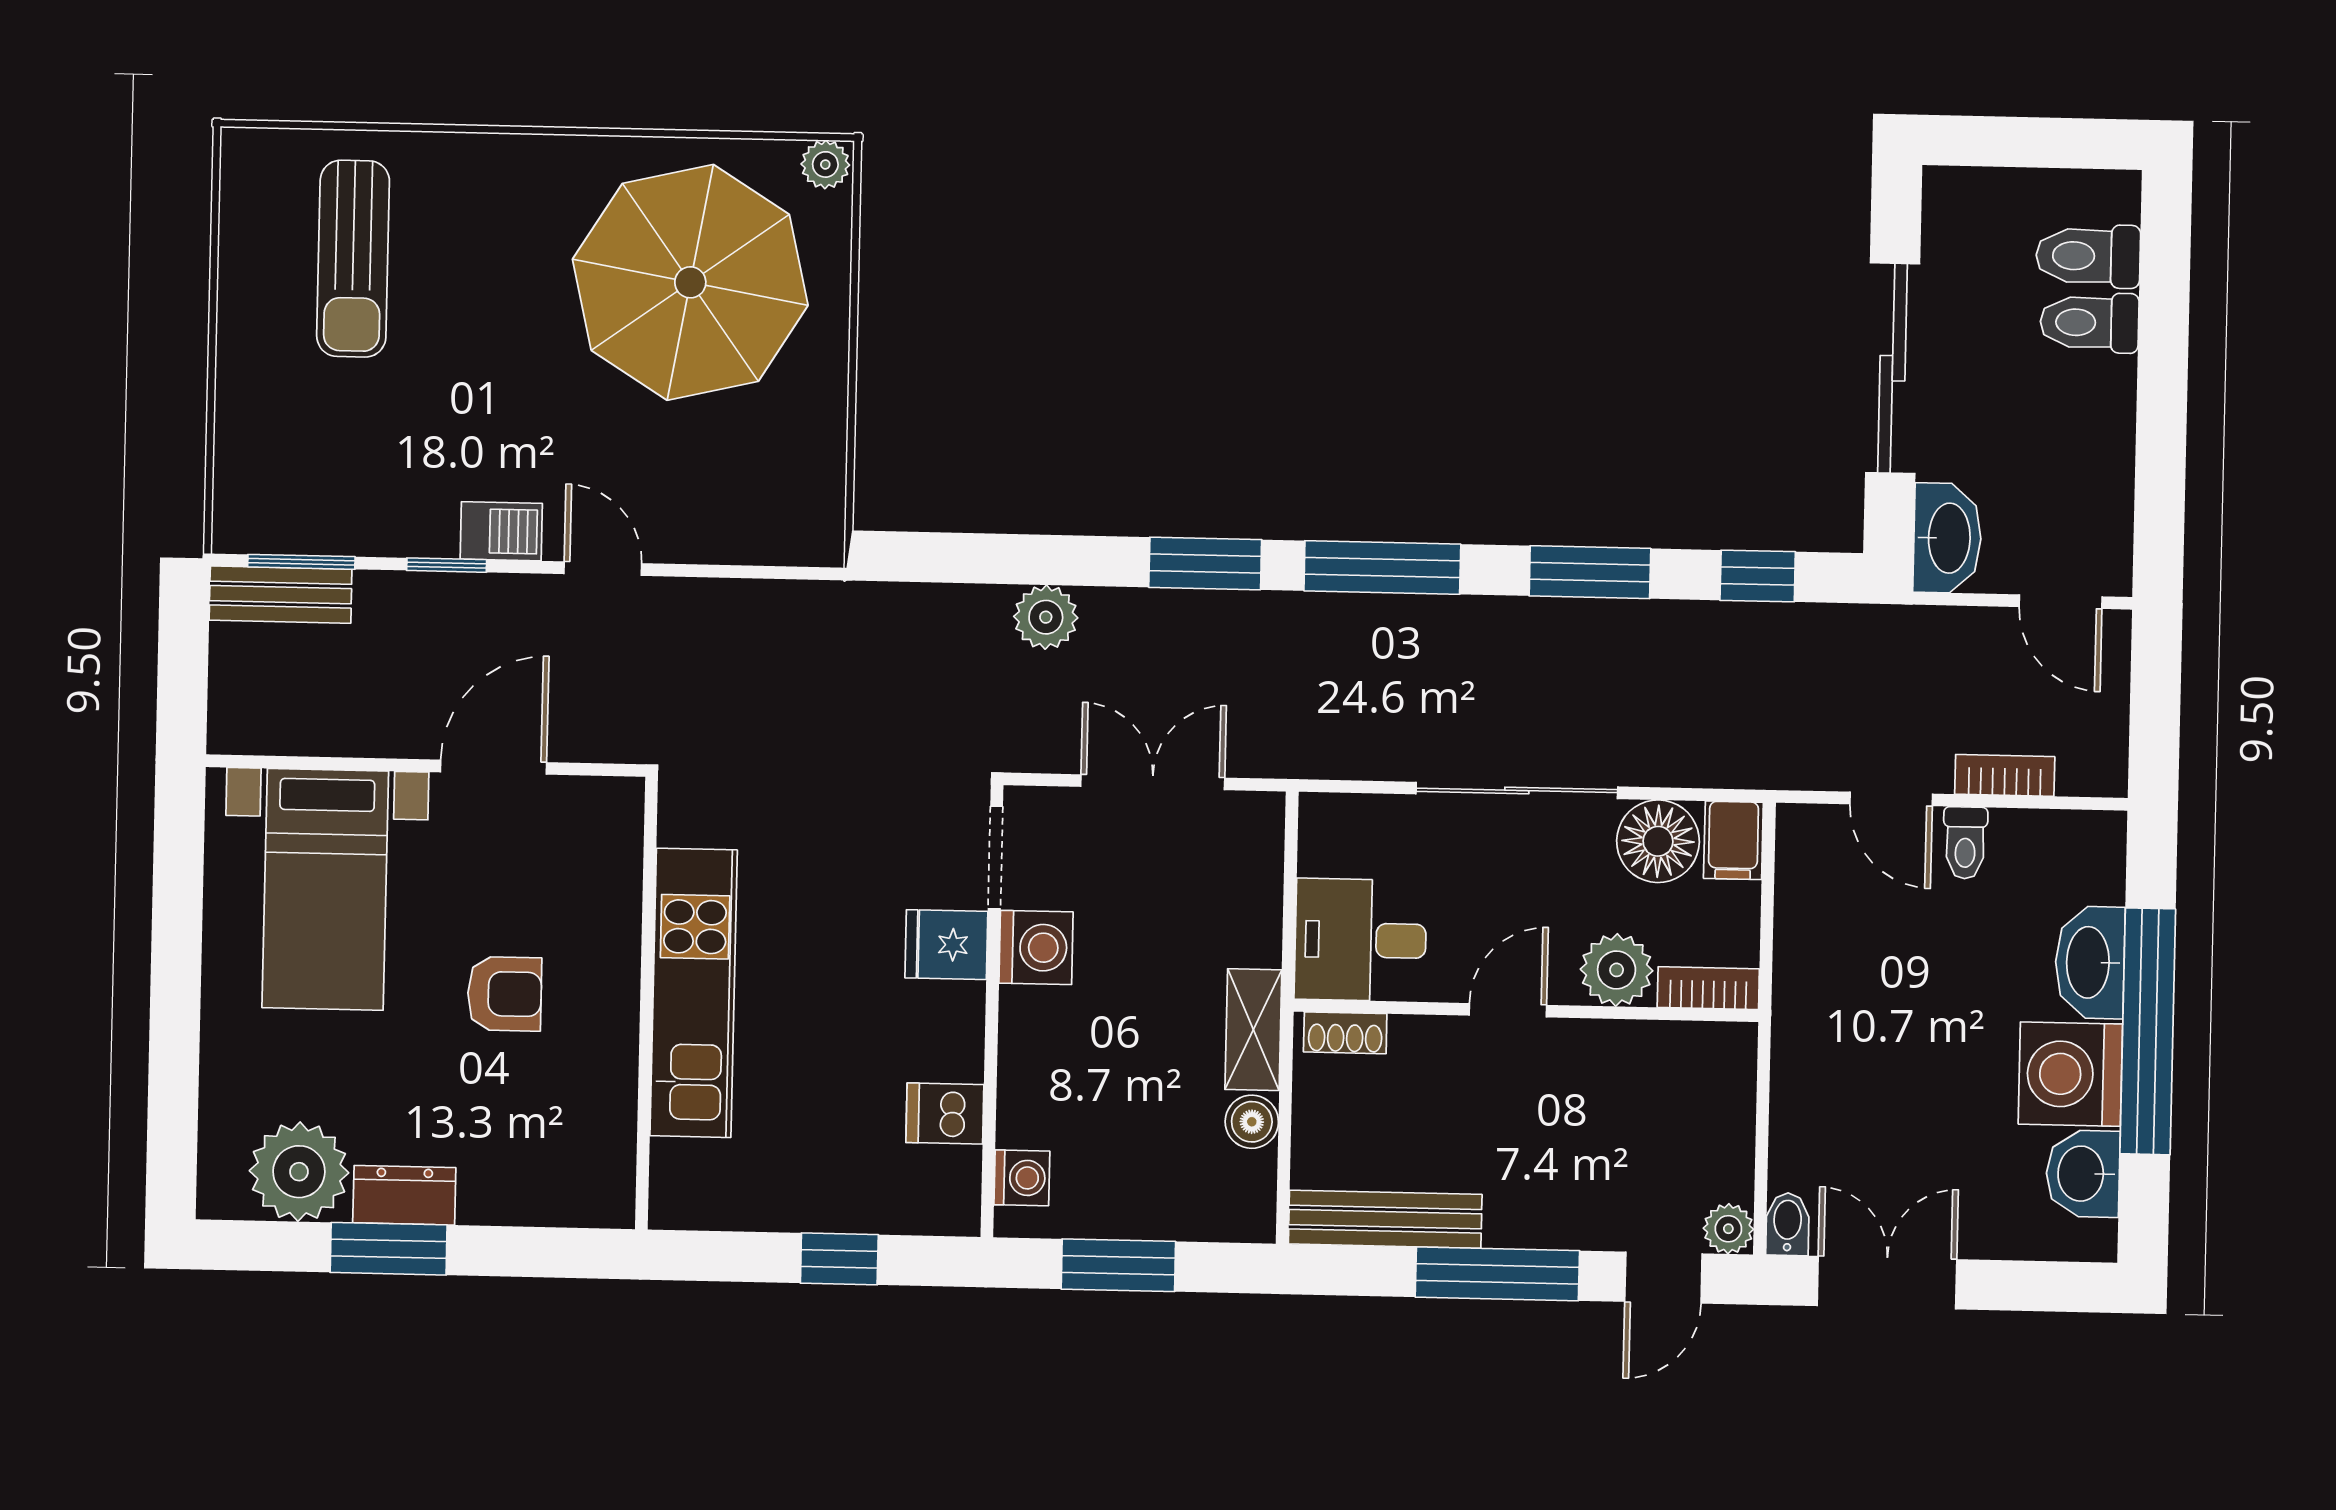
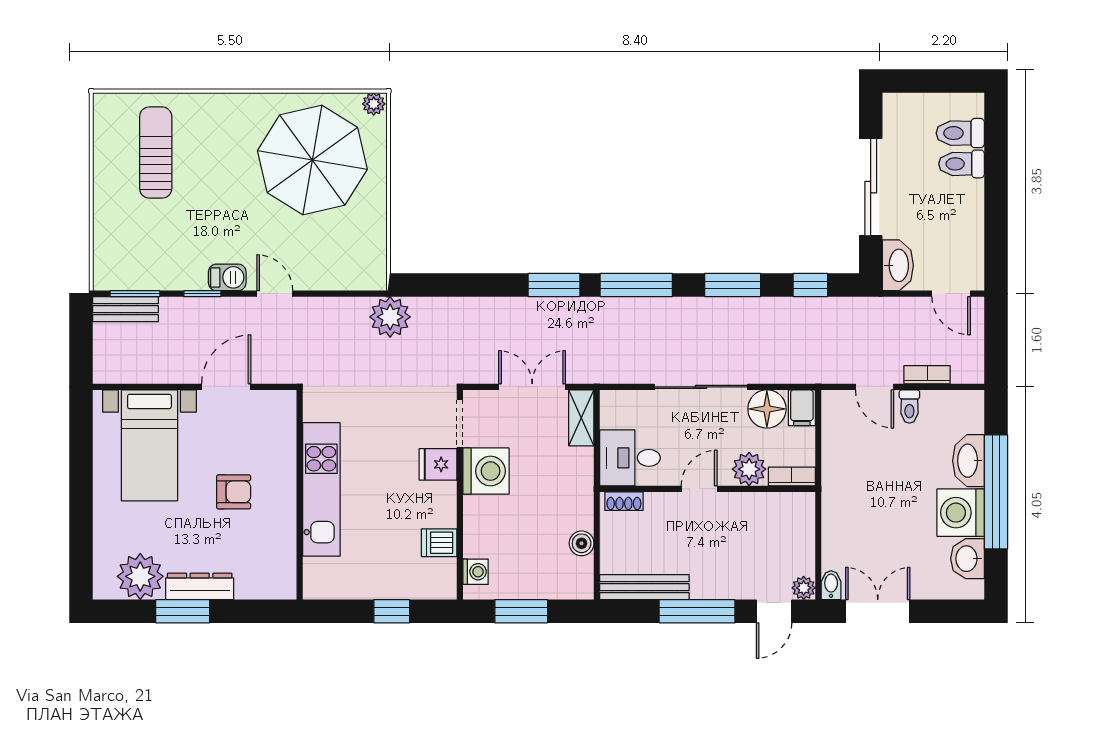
sun lounger: (353, 259) -> (156, 153), turned 180
plant: (1046, 617) -> (390, 317), moved, width x1.36, depth x1.36
washing machine: (1036, 947) -> (486, 471), width x1.37, depth x1.37
shelving: (1253, 1030) -> (581, 418), moved
dresser: (404, 1195) -> (200, 586), width x1.44

